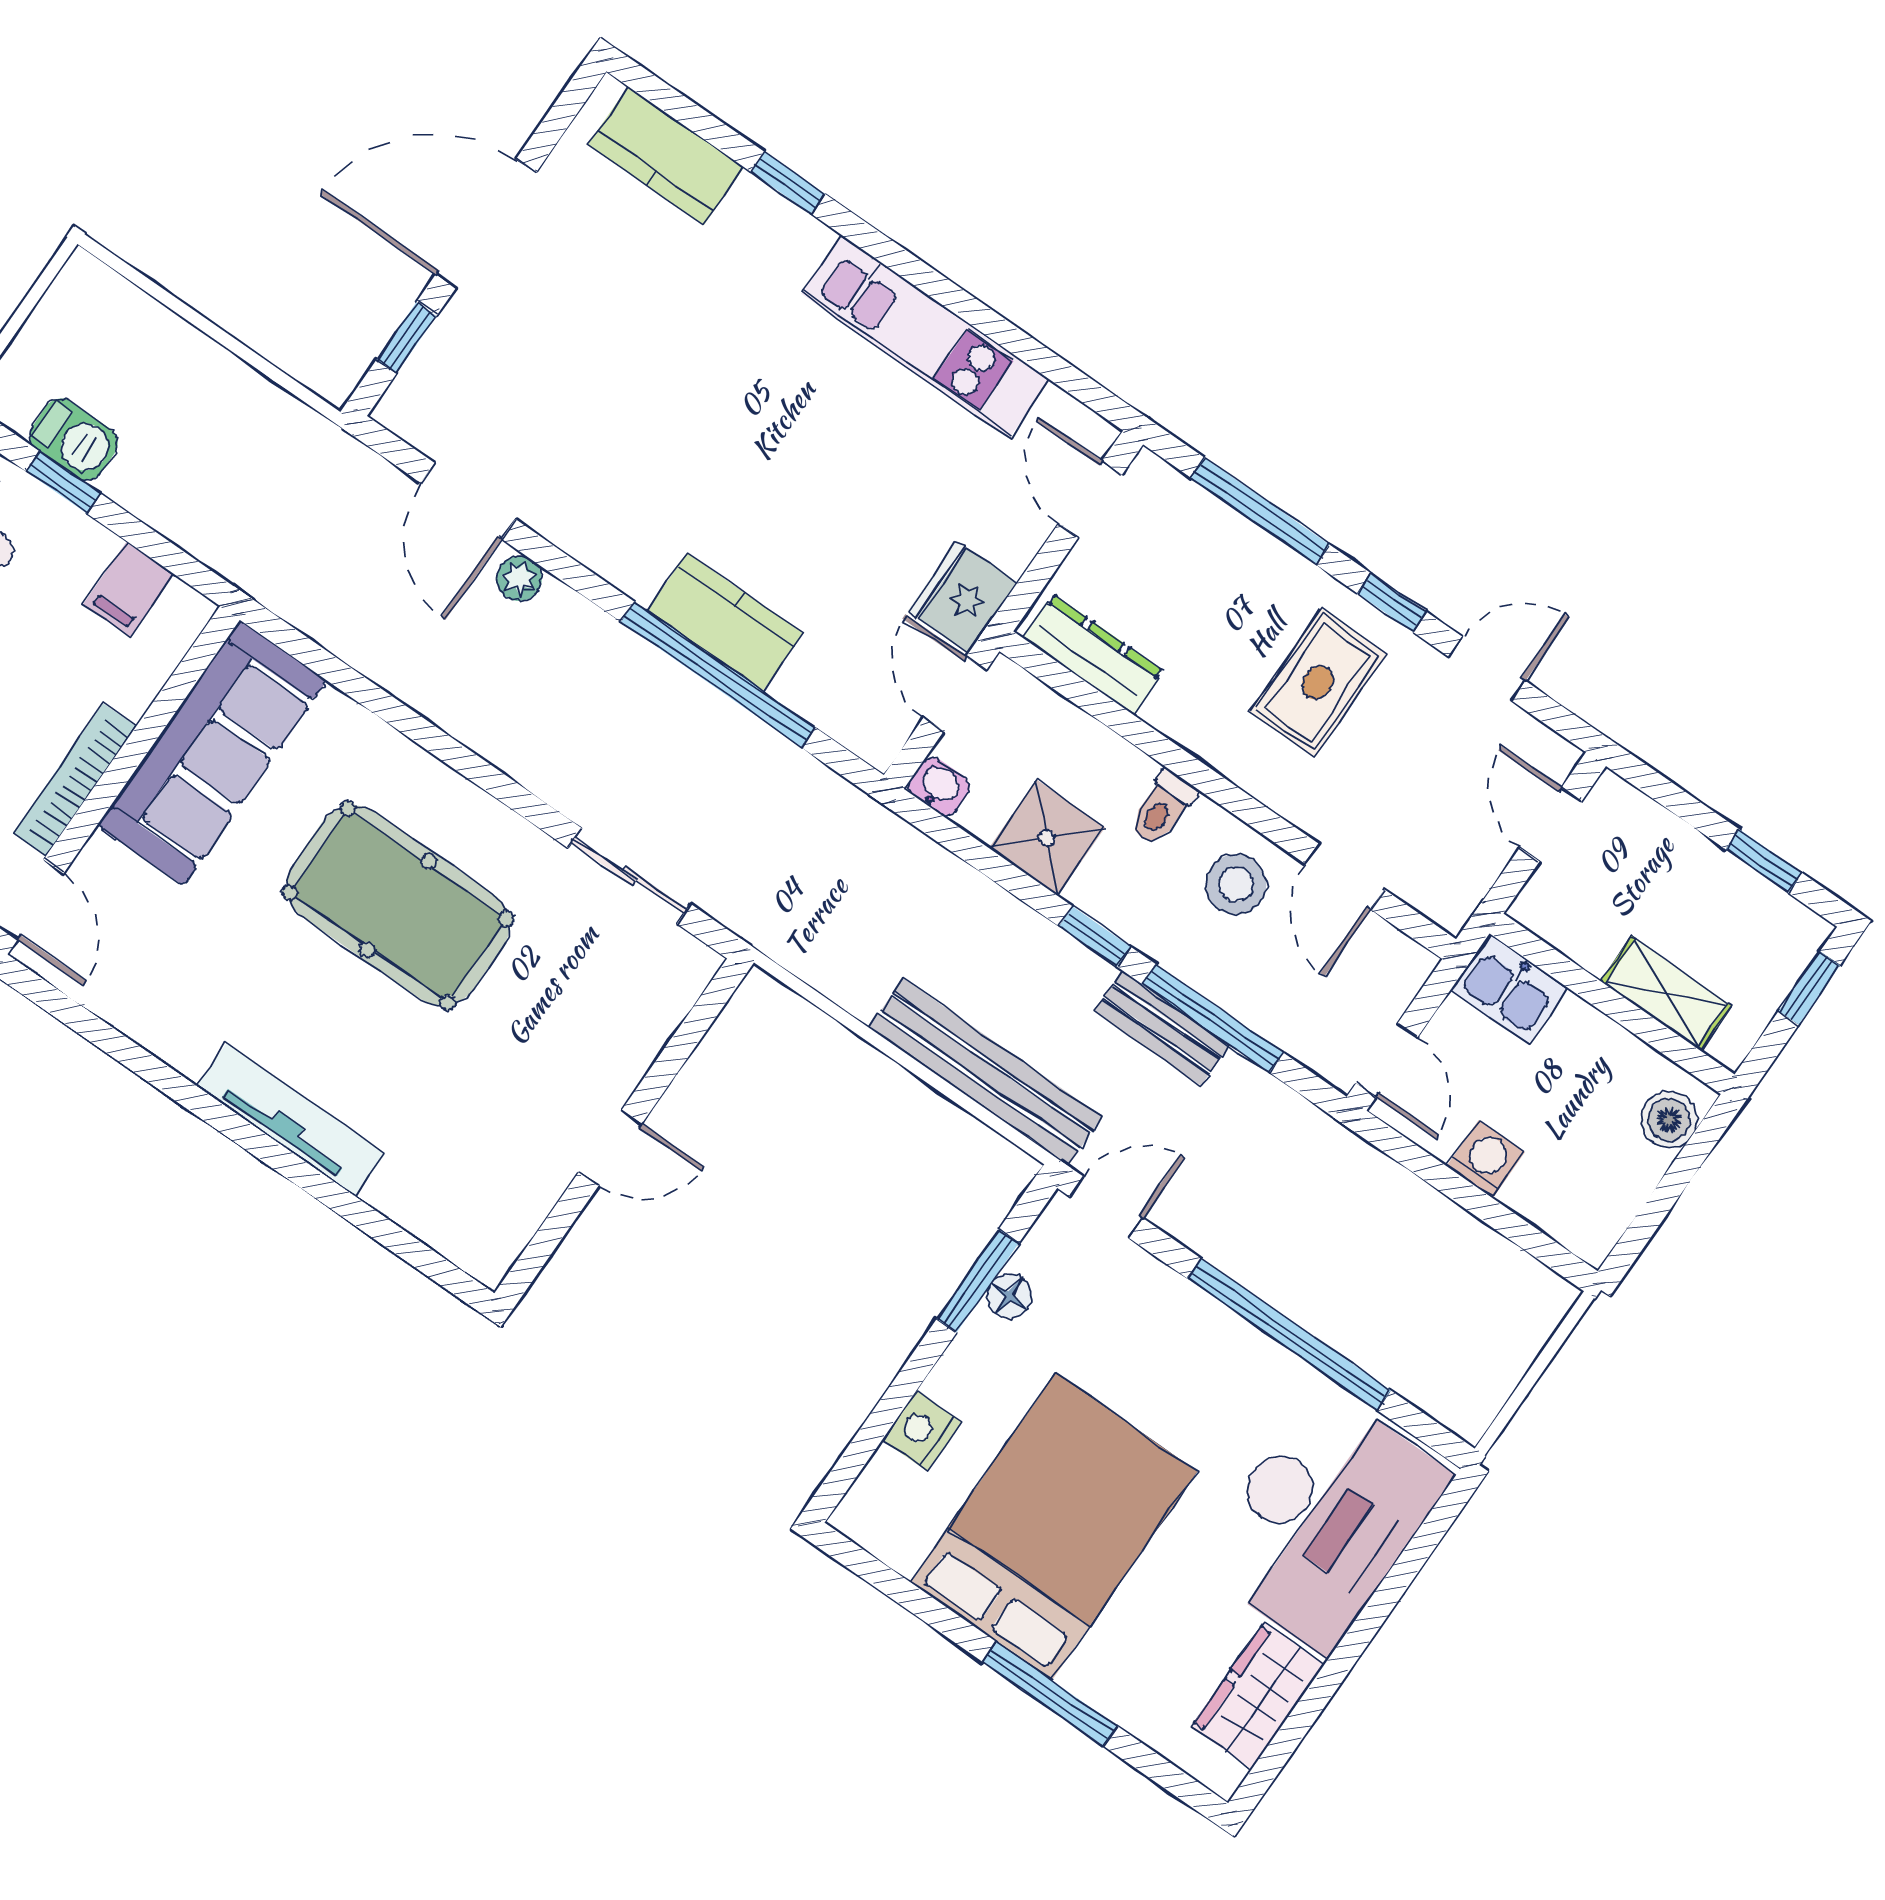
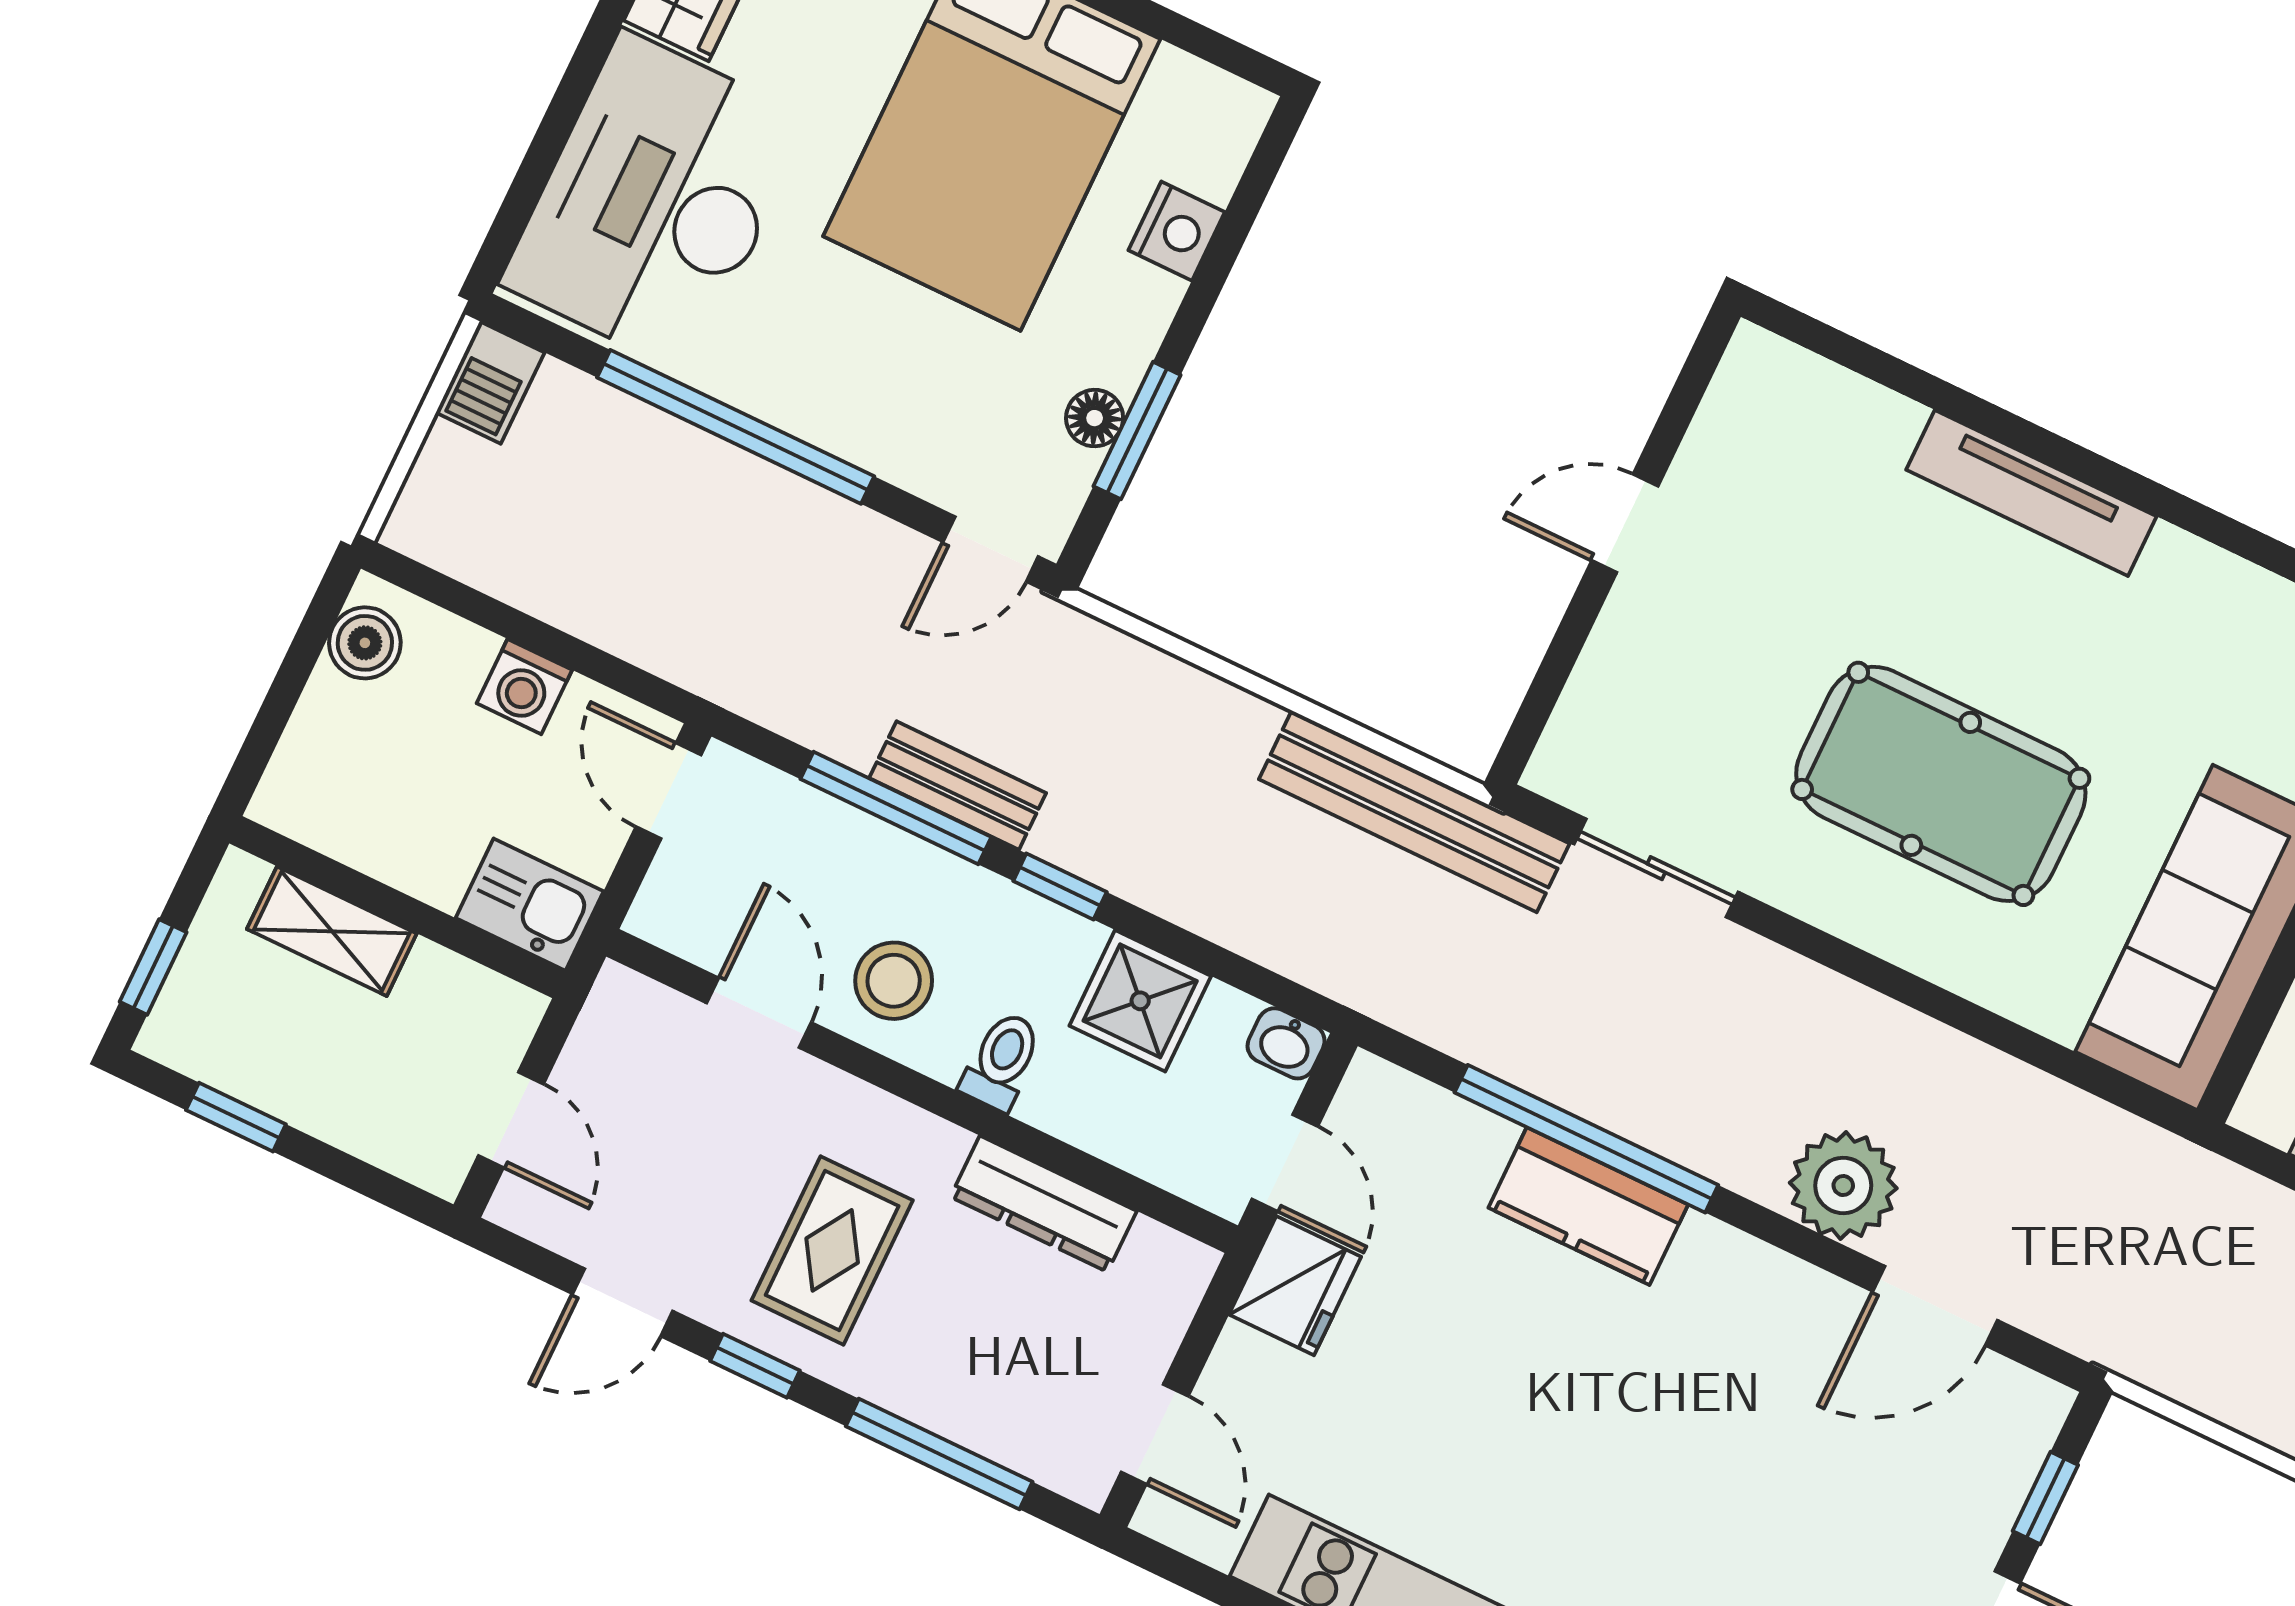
door: (468, 501) -> (1935, 1306), swing flipped
plant: (519, 578) -> (1843, 1186), width x1.87, depth x1.87
dresser: (1093, 654) -> (1044, 1204), moved
bench: (986, 1072) -> (1414, 811), moved
boiler: (1669, 1120) -> (365, 643), moved
barbecue: (1474, 1400) -> (490, 382), added

